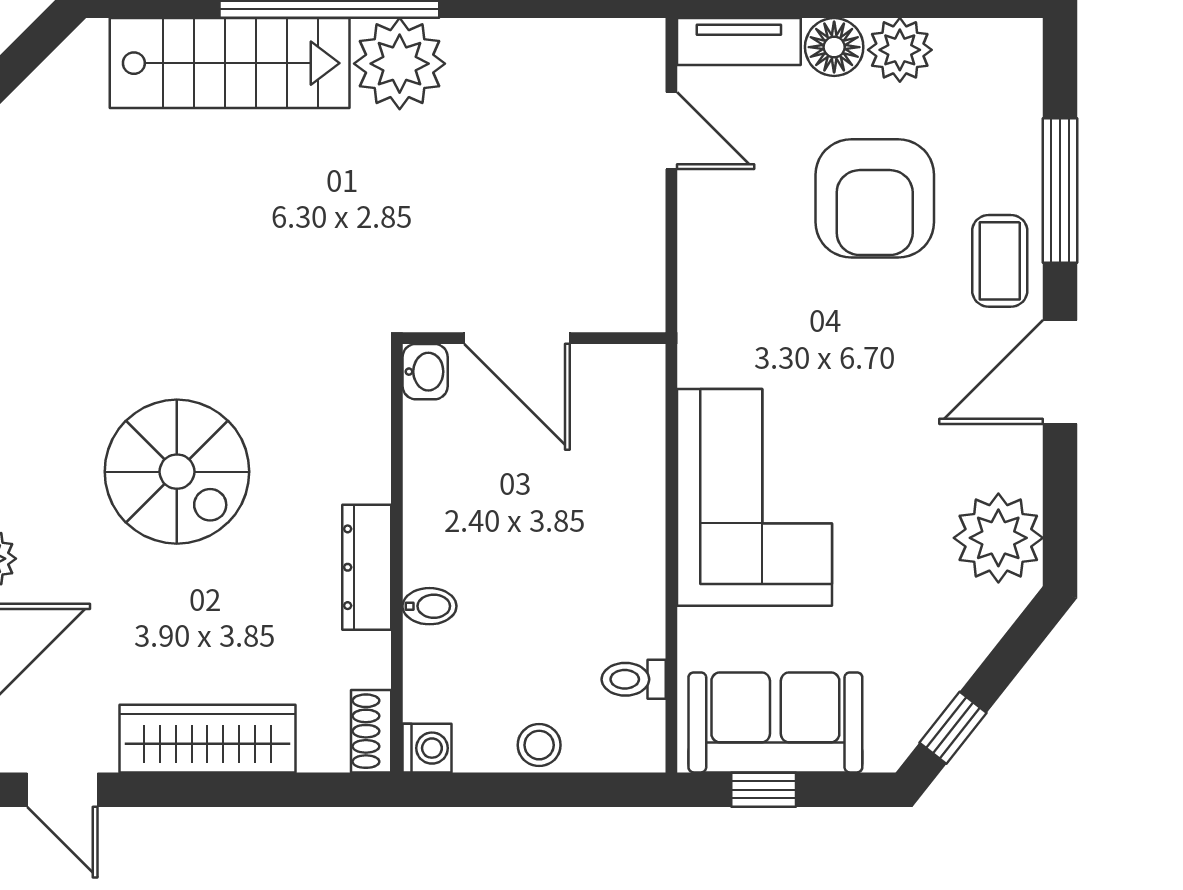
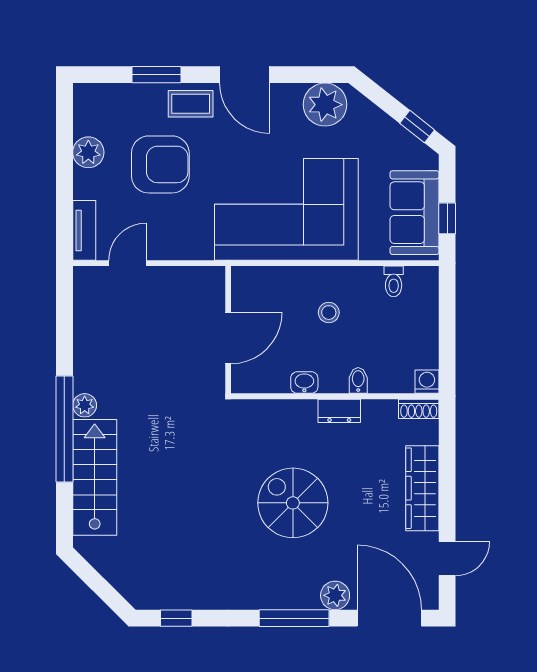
floor lamp: (834, 47) -> (87, 184), removed
plant: (400, 64) -> (85, 405), width x0.53, depth x0.53
window: (1060, 190) -> (156, 75), width x0.69
washbasin: (425, 372) -> (304, 383), moved
spiral stairs: (177, 472) -> (293, 503), turned -90
corner sofa: (754, 497) -> (286, 209), width x1.36, depth x1.36
dresser: (367, 567) -> (339, 411), width x0.70
stool: (539, 745) -> (329, 313), moved

